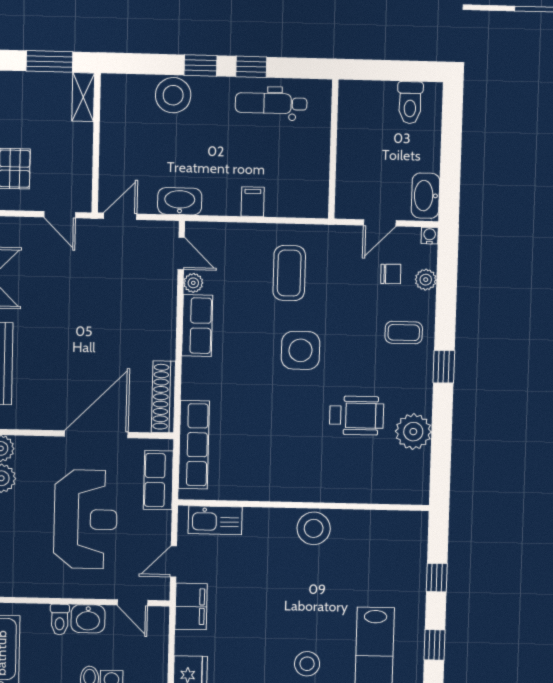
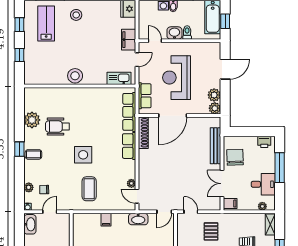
row of seats: (197, 326) -> (129, 146), moved
coffee table: (404, 333) -> (33, 154), moved

